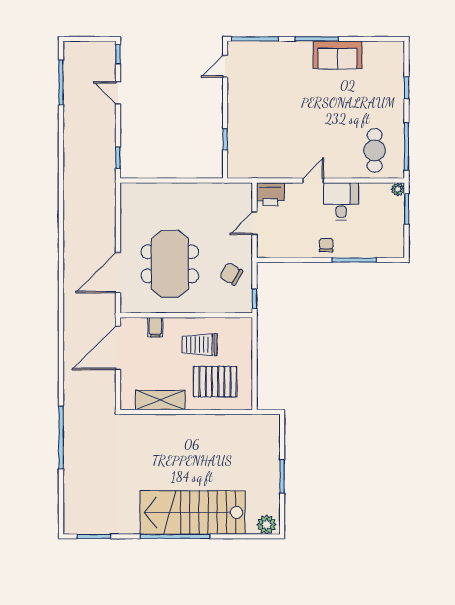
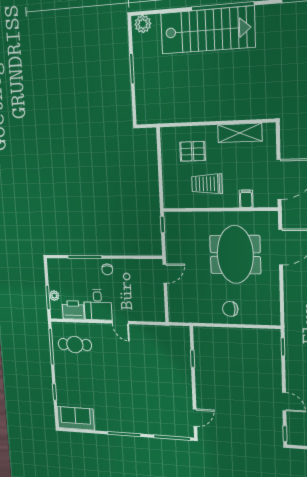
sofa: (338, 55) -> (76, 418), moved
cafe table: (375, 150) -> (75, 345), turned 90
door: (313, 181) -> (120, 322), hinge flipped
plant: (398, 189) -> (54, 296), moved
printer: (270, 194) -> (73, 310), moved
door: (254, 223) -> (165, 274), moved
chair: (231, 274) -> (230, 309), moved, turned 151
trolley: (200, 345) -> (207, 184), turned 180
pallet: (215, 382) -> (193, 151), width x0.67, depth x0.71

